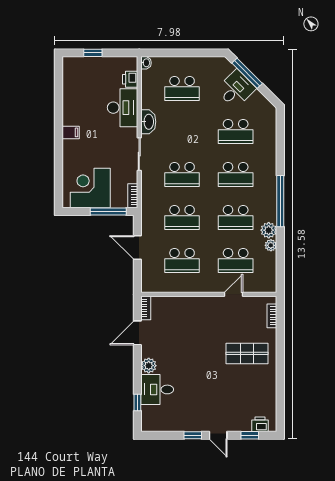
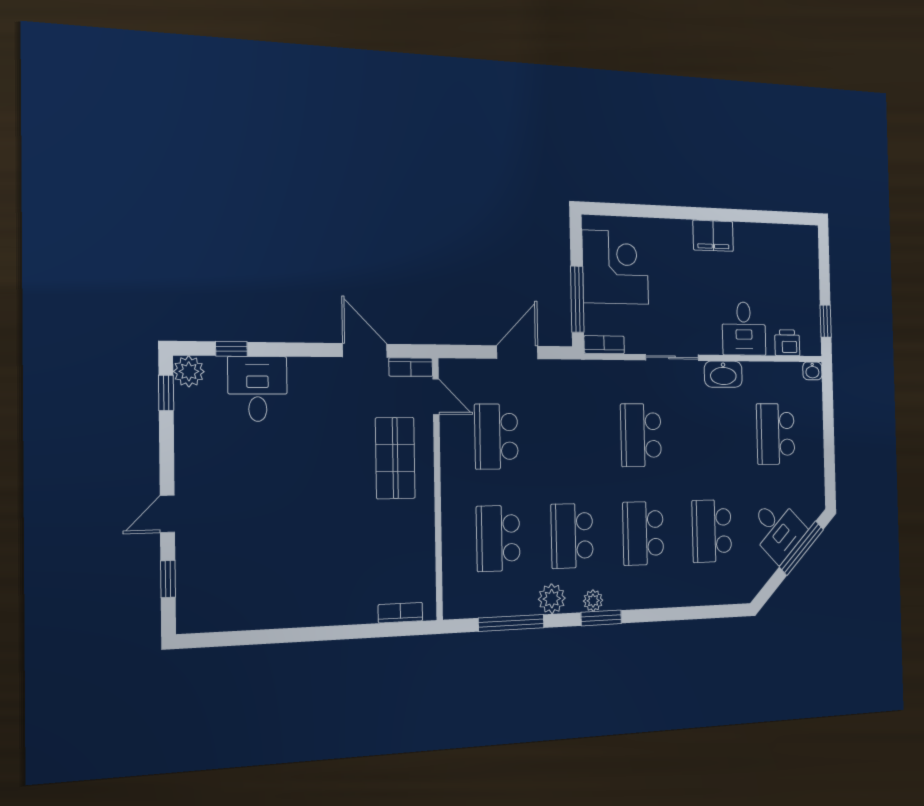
window: (93, 53) -> (826, 321), moved
desk: (122, 108) -> (744, 329), width x0.73
filing cabinet: (71, 132) -> (713, 236), width x2.00
window: (280, 201) -> (601, 618), width x0.47
school desk: (182, 218) -> (570, 436), removed
plant: (271, 245) -> (593, 601), moved
window: (280, 254) -> (511, 623), added
door: (233, 294) -> (436, 397), moved
shop shelf: (247, 353) -> (395, 458), moved
plant: (149, 366) -> (189, 371), moved
printer: (260, 424) -> (191, 599), removed
window: (193, 435) -> (166, 393), moved

